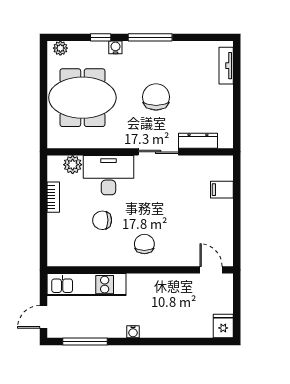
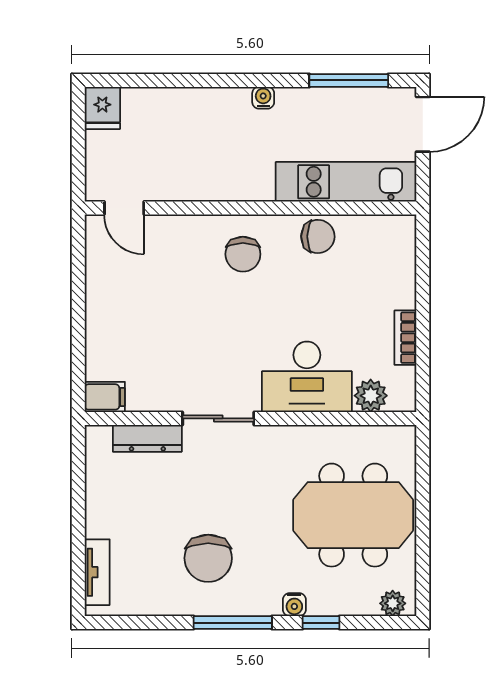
chair: (156, 97) -> (208, 558), moved
filing cabinet: (222, 190) -> (105, 397), moved
chair: (102, 220) -> (318, 236), moved
door: (44, 317) -> (423, 124), width x1.38

